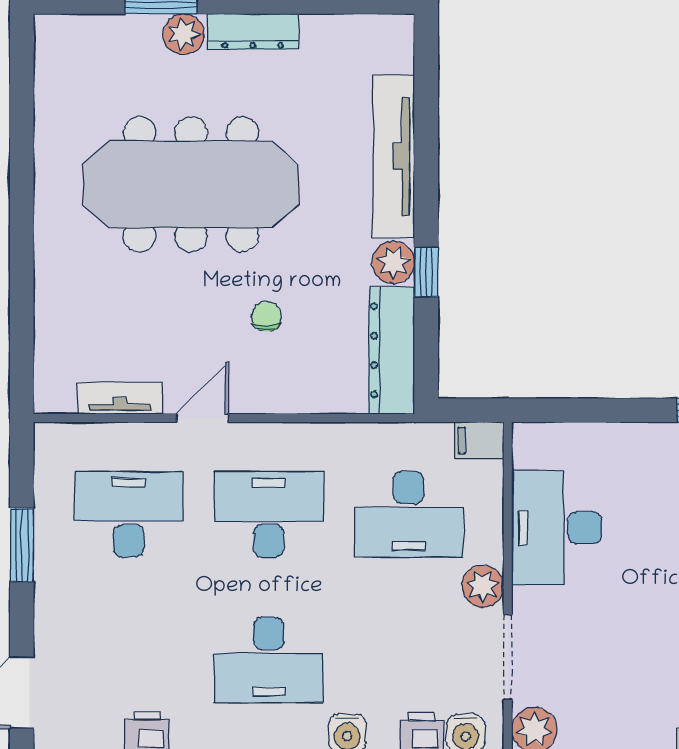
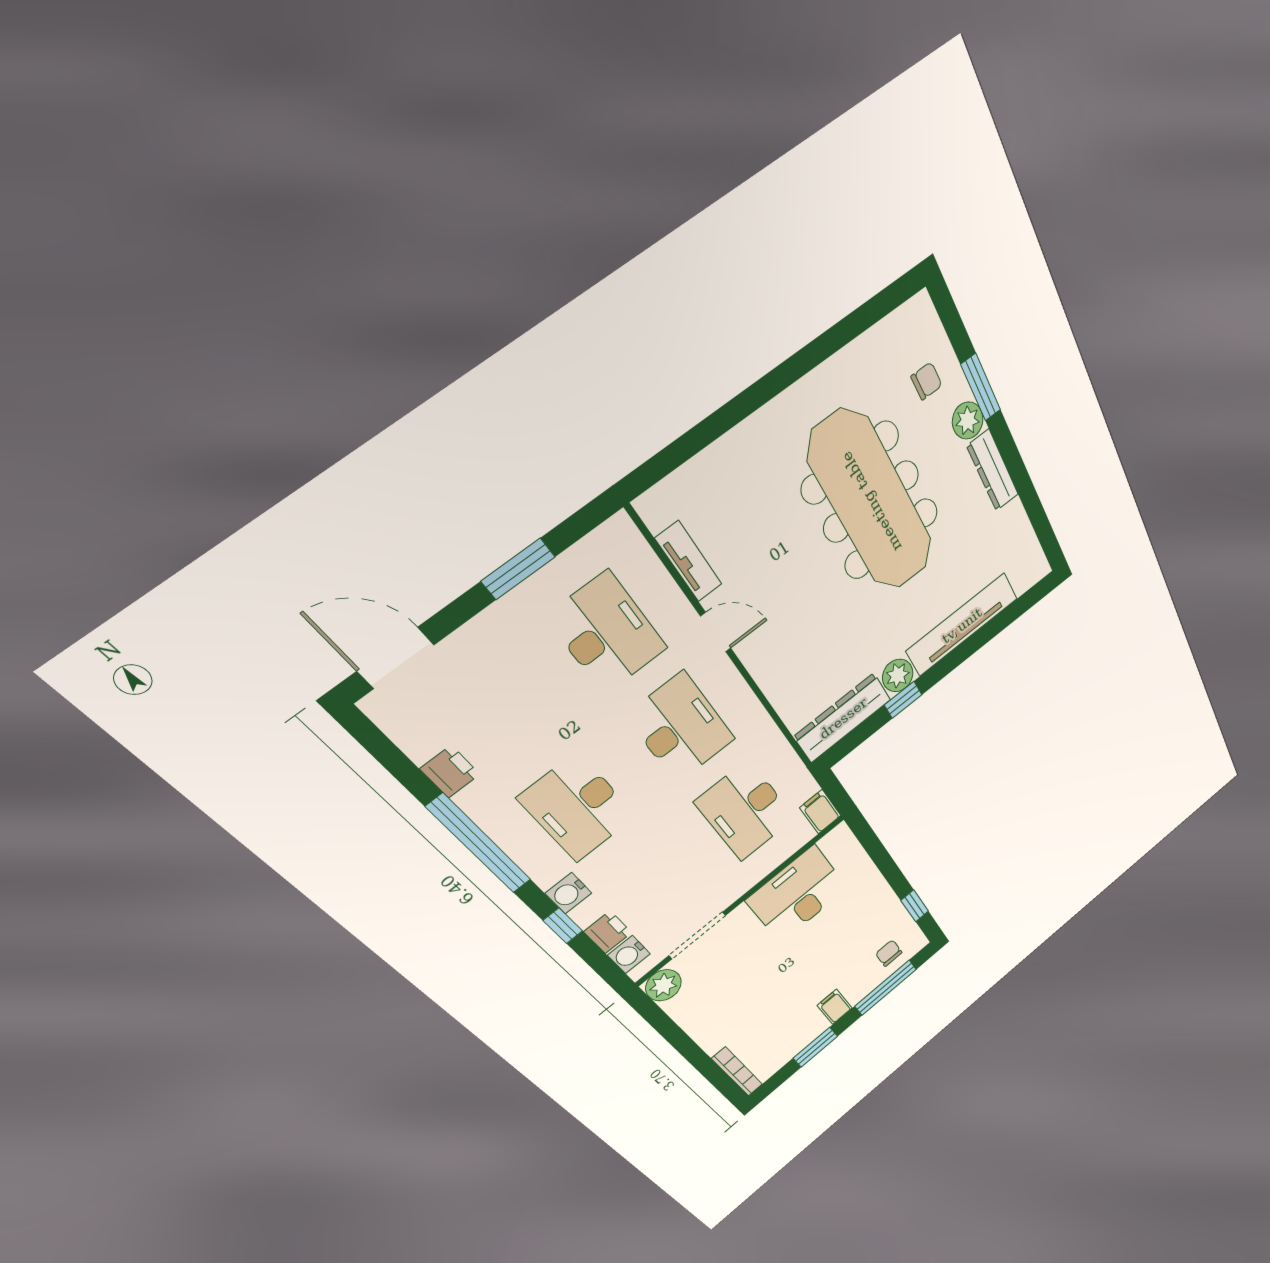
chair: (267, 316) -> (926, 381), moved
plant: (483, 586) -> (731, 887), removed

